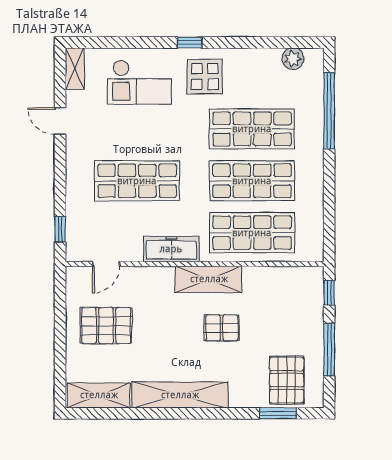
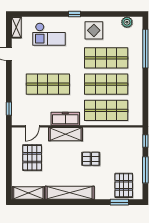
display table: (205, 76) -> (94, 30), moved
shelving: (209, 279) -> (66, 134), moved
pallet: (106, 326) -> (32, 158), turned 90

